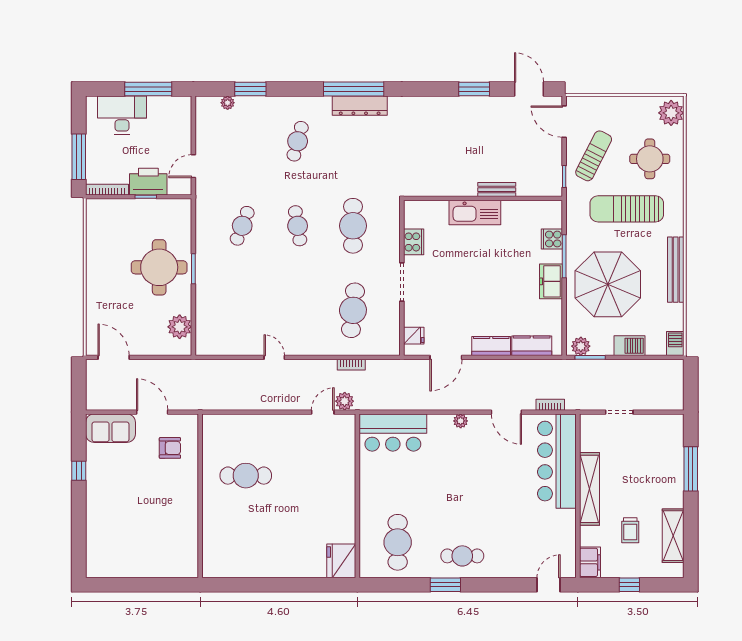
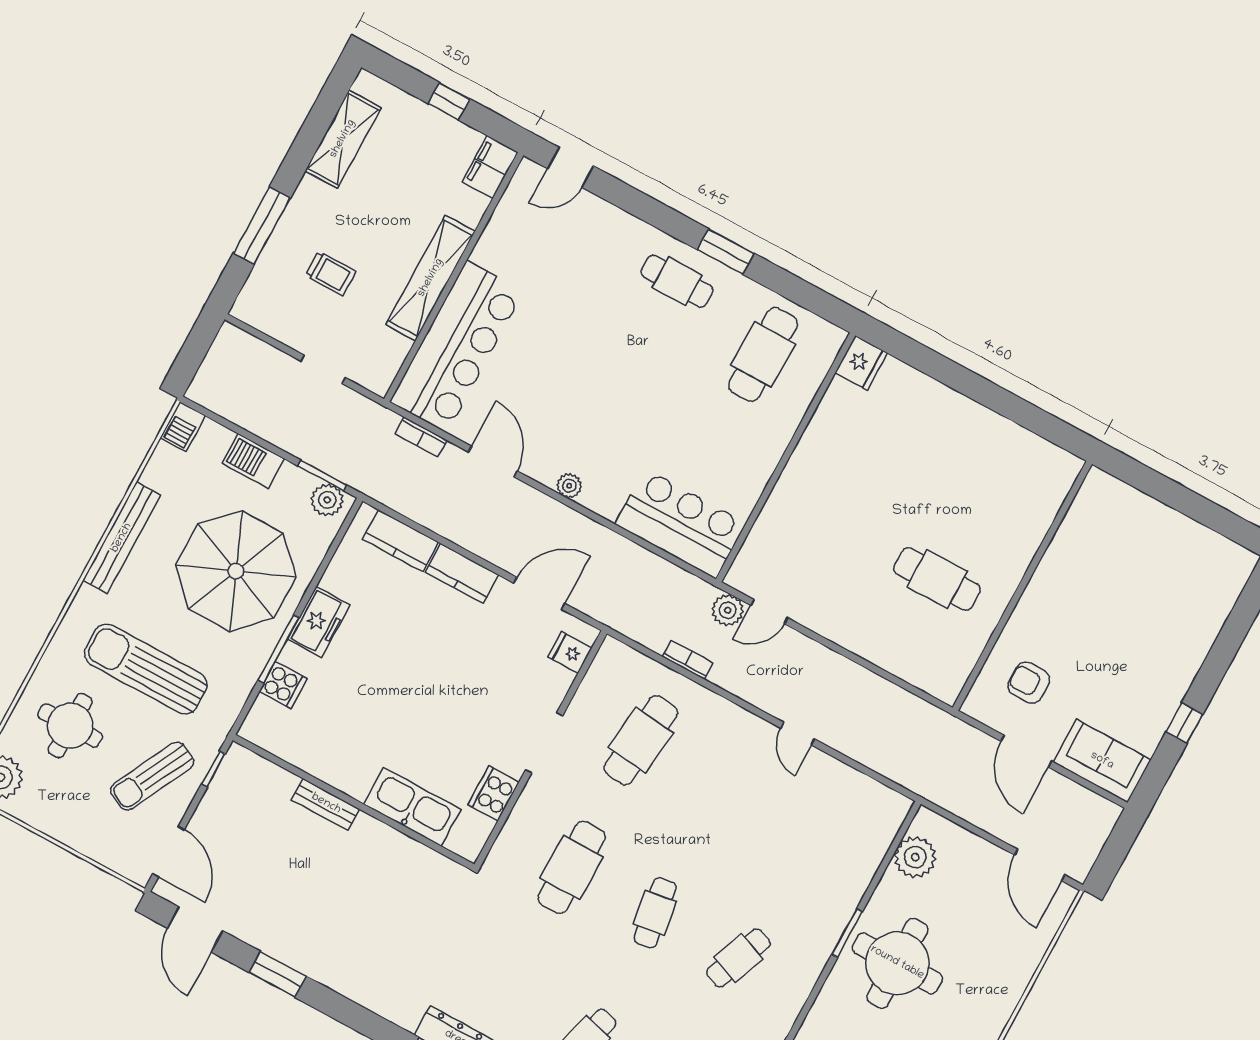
sun lounger: (627, 209) -> (146, 669), turned 180
kitchen sink: (475, 213) -> (412, 807), moved
trolley: (630, 530) -> (330, 273), moved, turned 90
fridge: (341, 561) -> (861, 363), width x0.73, depth x0.75

